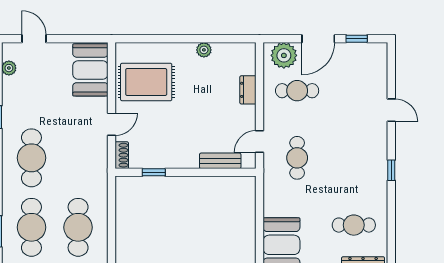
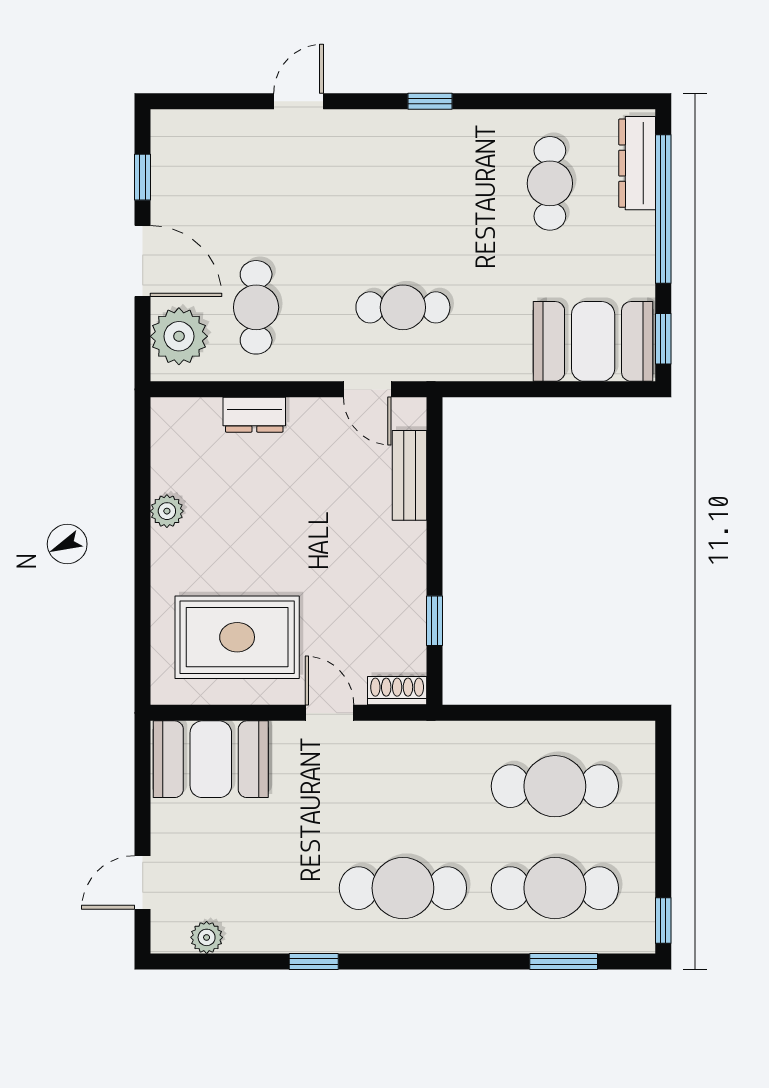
rug: (146, 82) -> (237, 637), turned 90

